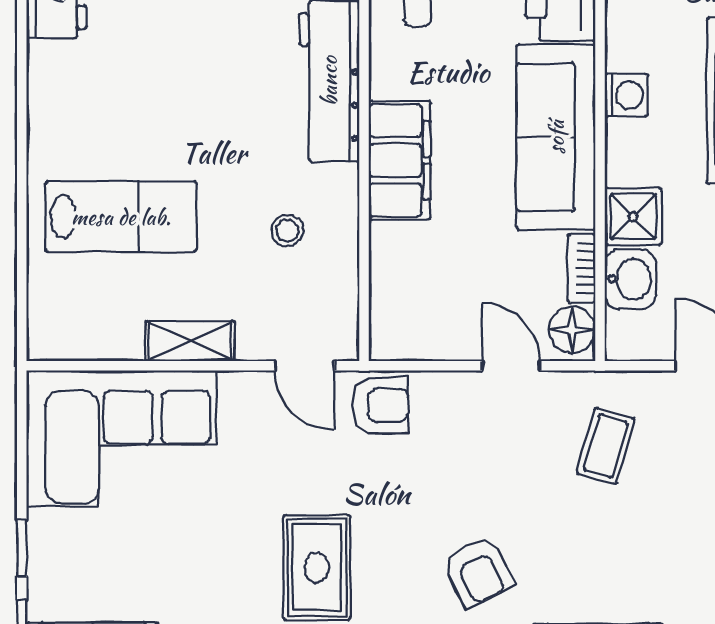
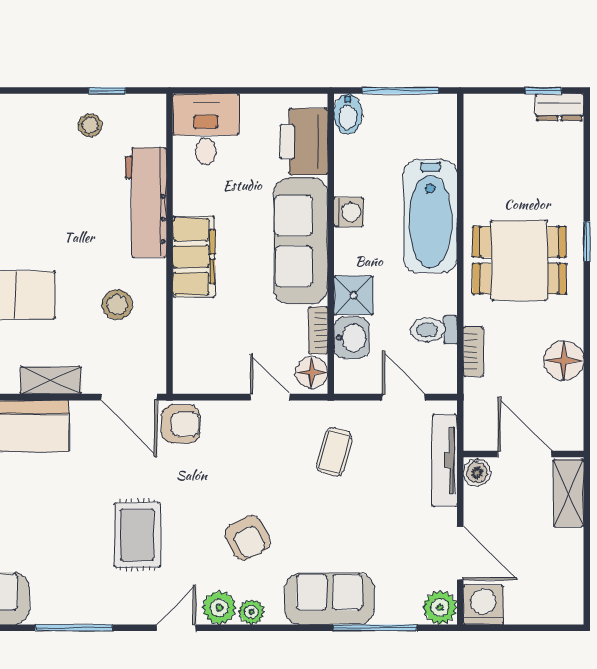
stool: (287, 230) -> (117, 305), width x1.37, depth x1.37
door: (305, 366) -> (129, 397), width x1.38

